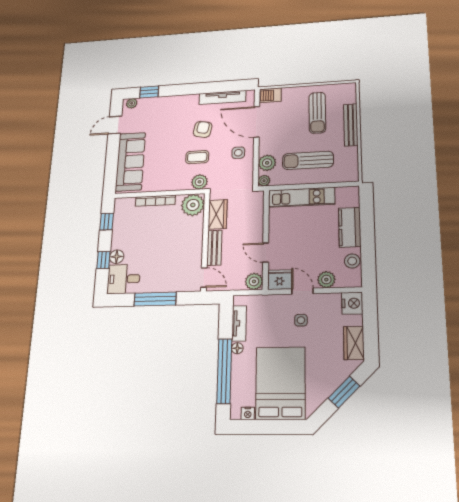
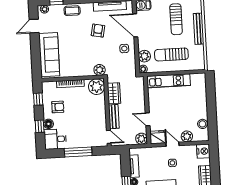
coffee table: (197, 157) -> (72, 11), moved
kitchen counter: (350, 227) -> (200, 101), removed
armchair: (133, 233) -> (58, 107), added

